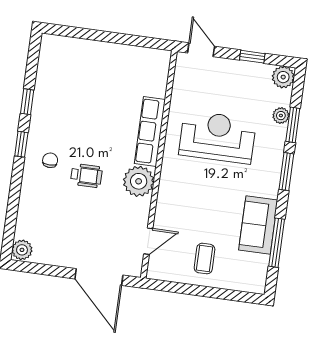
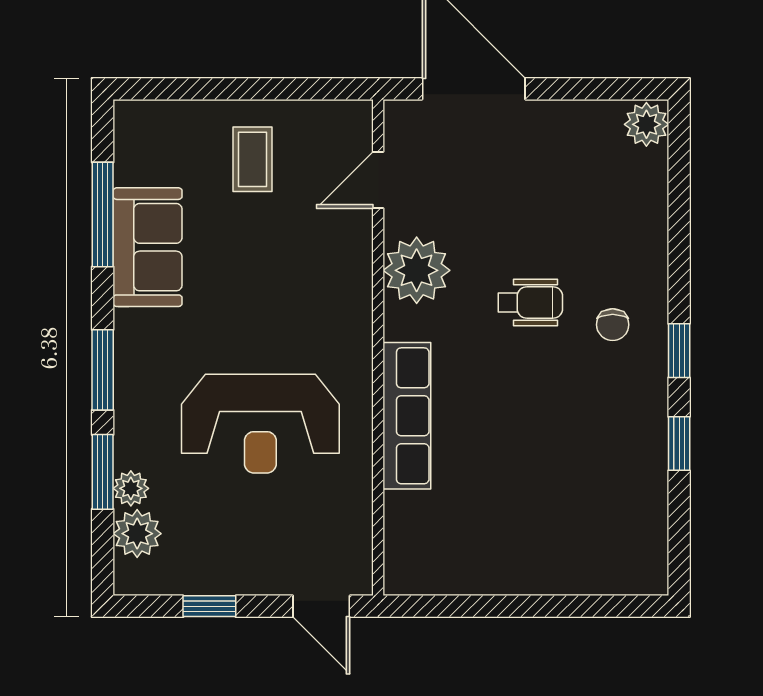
plant: (283, 77) -> (137, 534), moved
wheelchair: (86, 176) -> (530, 302), turned 180
plant: (139, 181) -> (417, 270), moved

